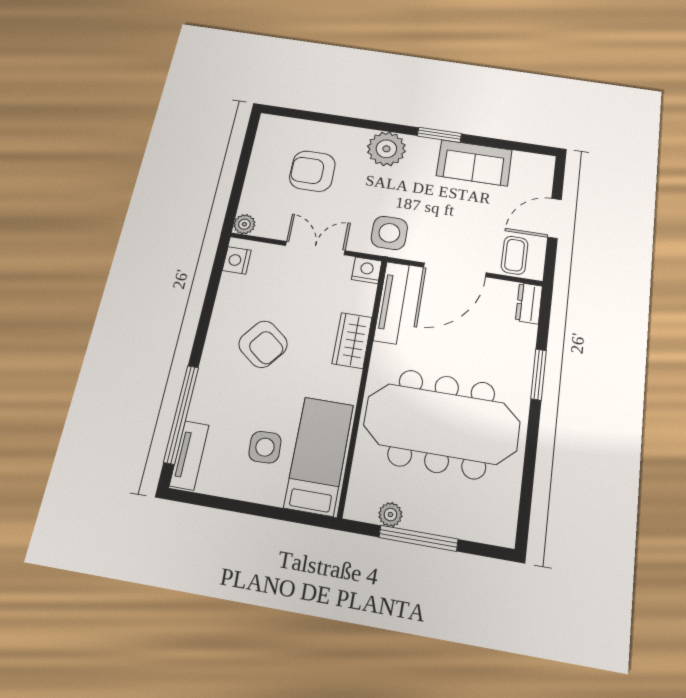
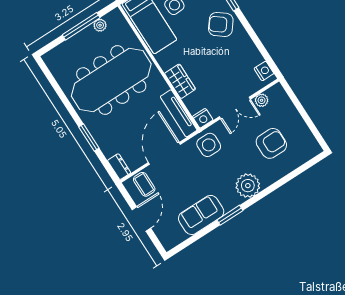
plant: (244, 224) -> (262, 100), moved
armchair: (263, 344) -> (221, 24), moved

